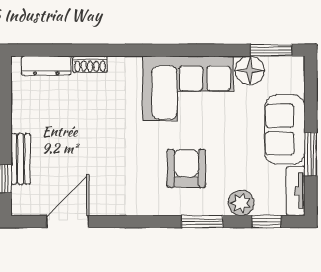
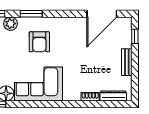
bench: (21, 159) -> (127, 62), moved
door: (68, 222) -> (102, 14), width x1.36

